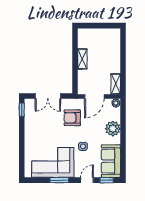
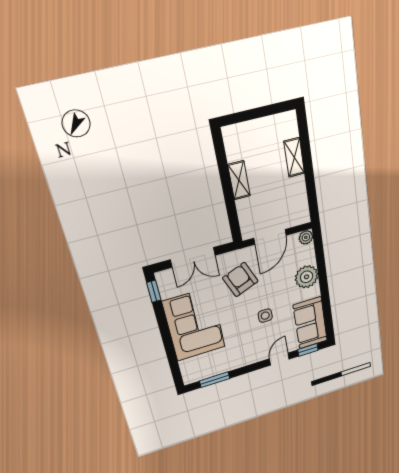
shelving: (116, 84) -> (294, 157), moved
armchair: (72, 118) -> (240, 280), turned 68
corner sofa: (53, 162) -> (194, 325), moved, turned 90
window: (59, 180) -> (215, 380), moved

